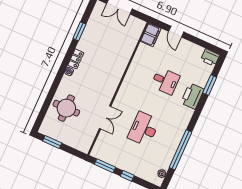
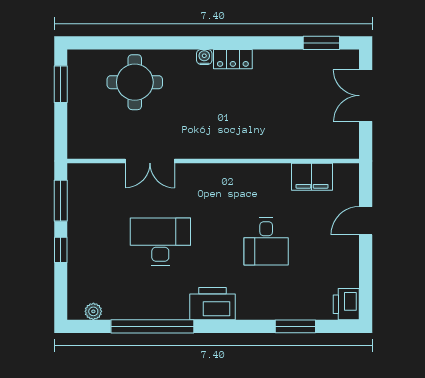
window: (79, 31) -> (321, 43), moved
filing cabinet: (151, 35) -> (312, 177), moved
printer: (192, 96) -> (212, 304), moved

